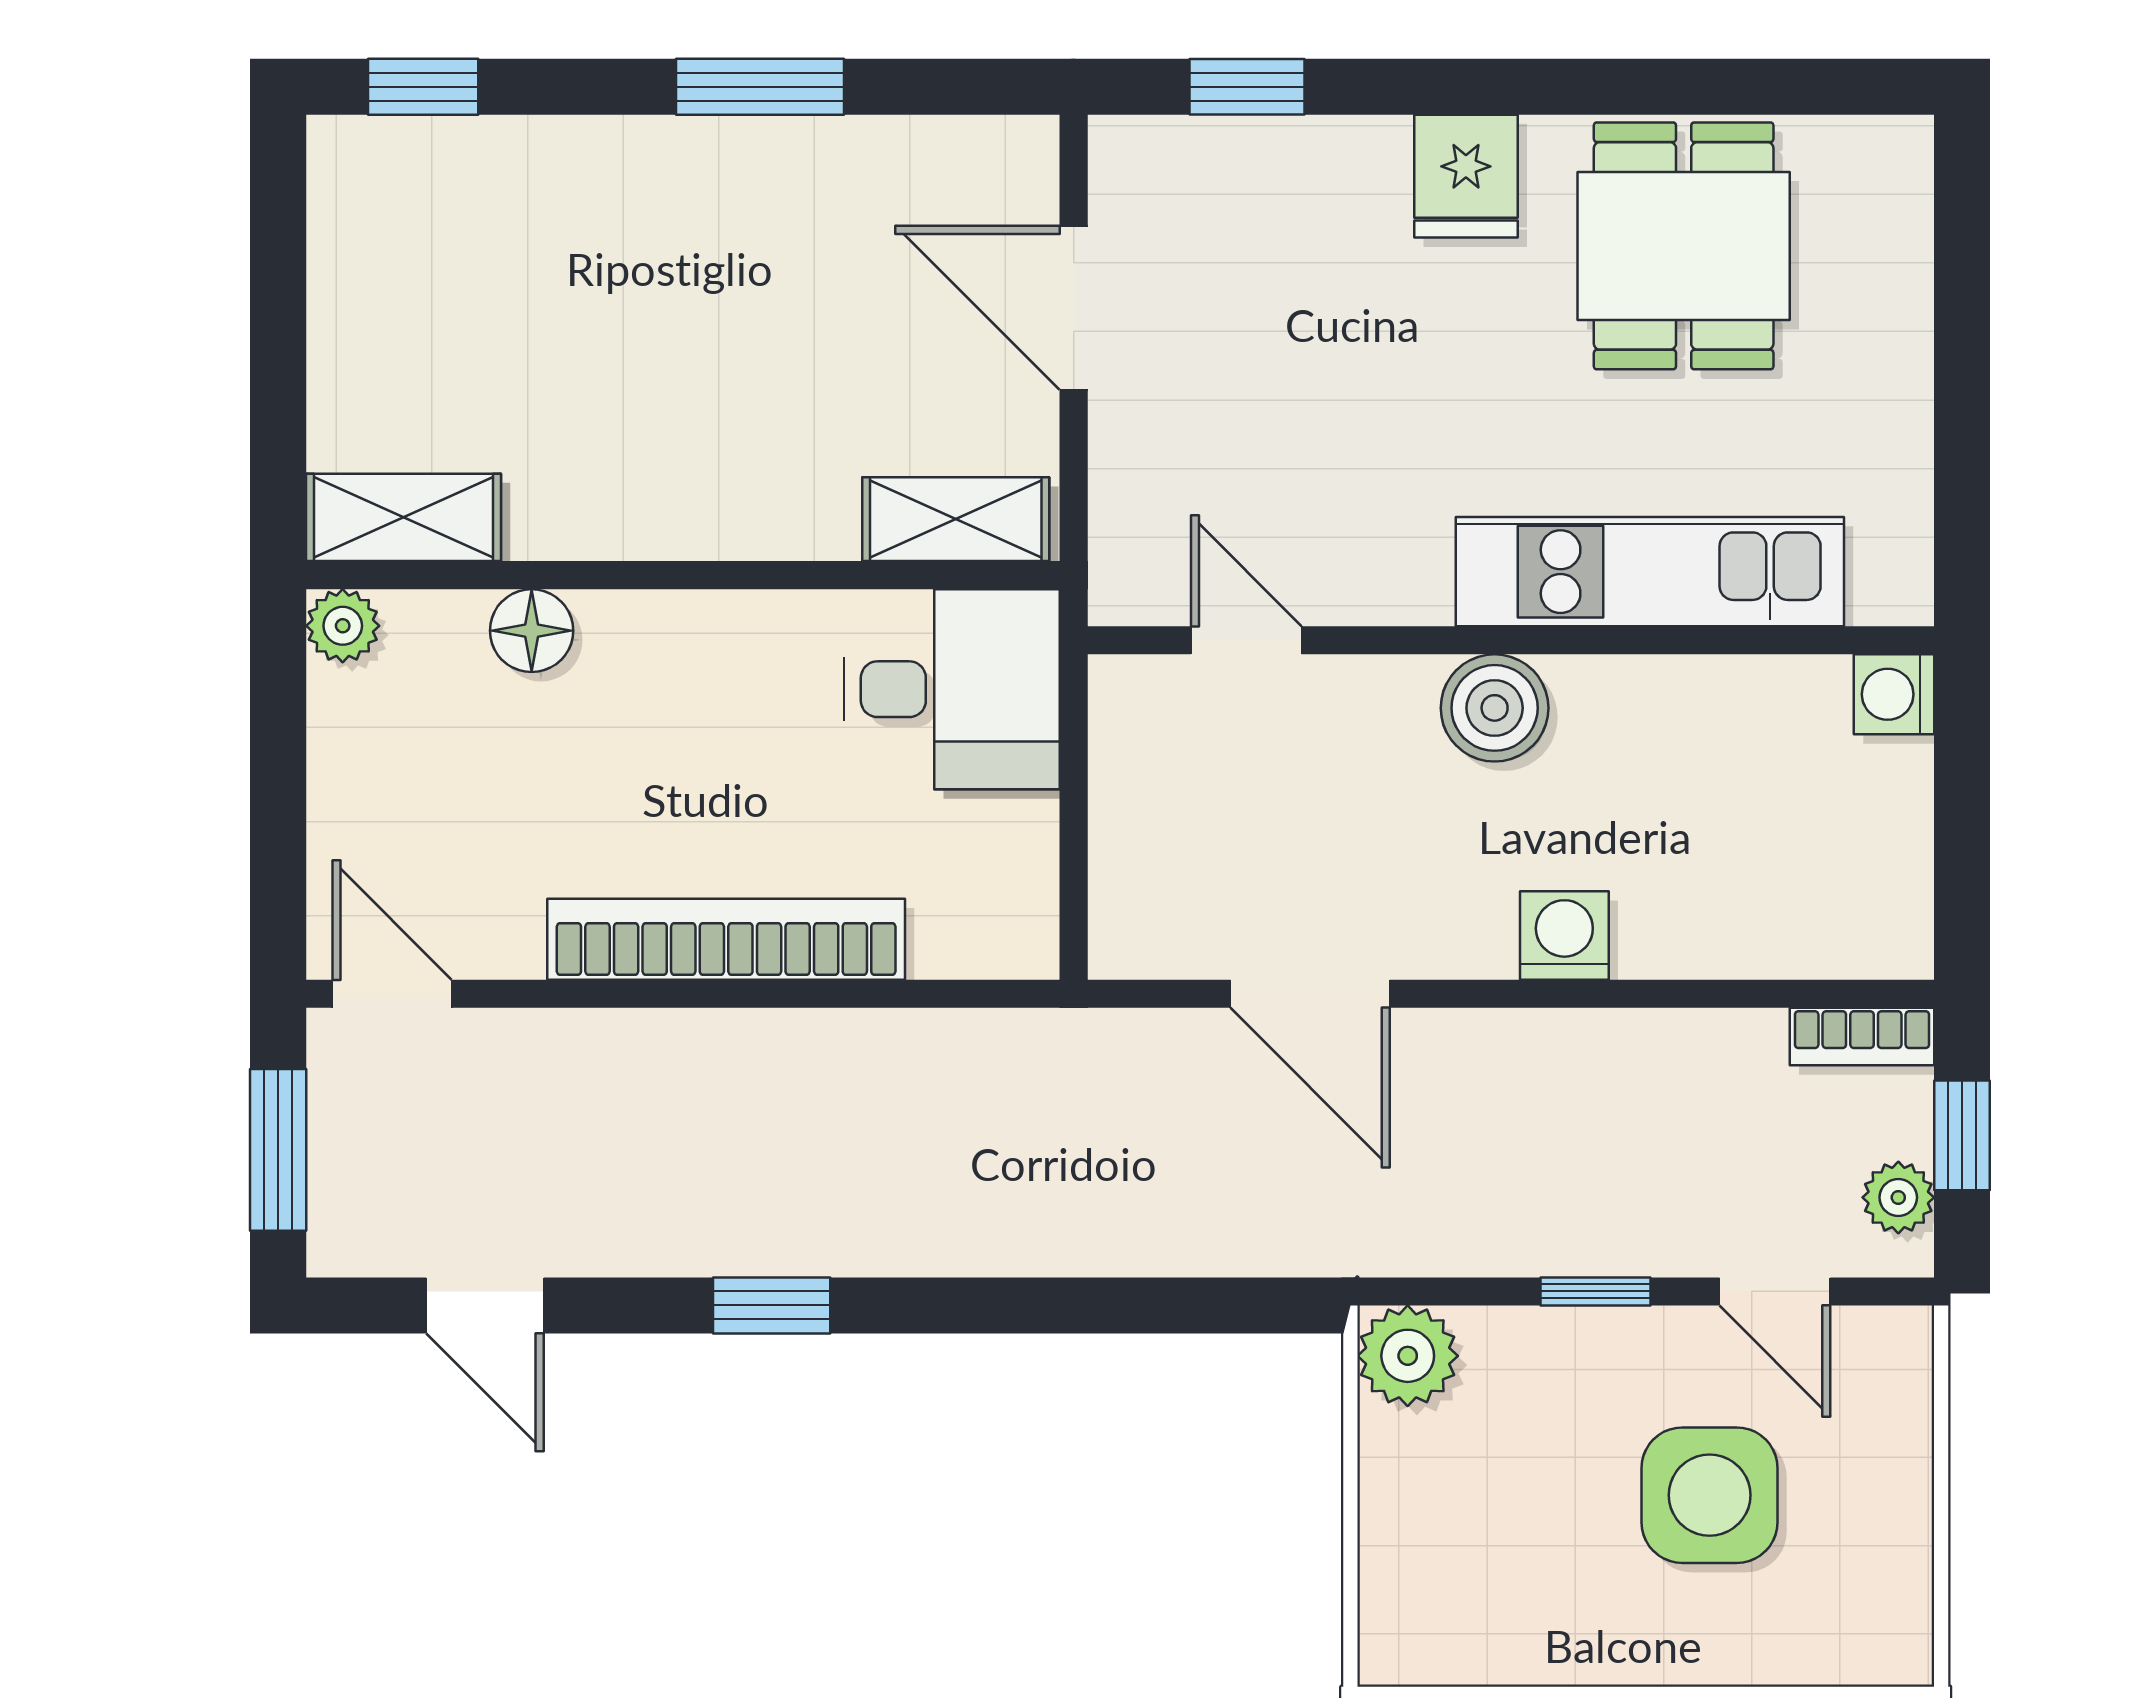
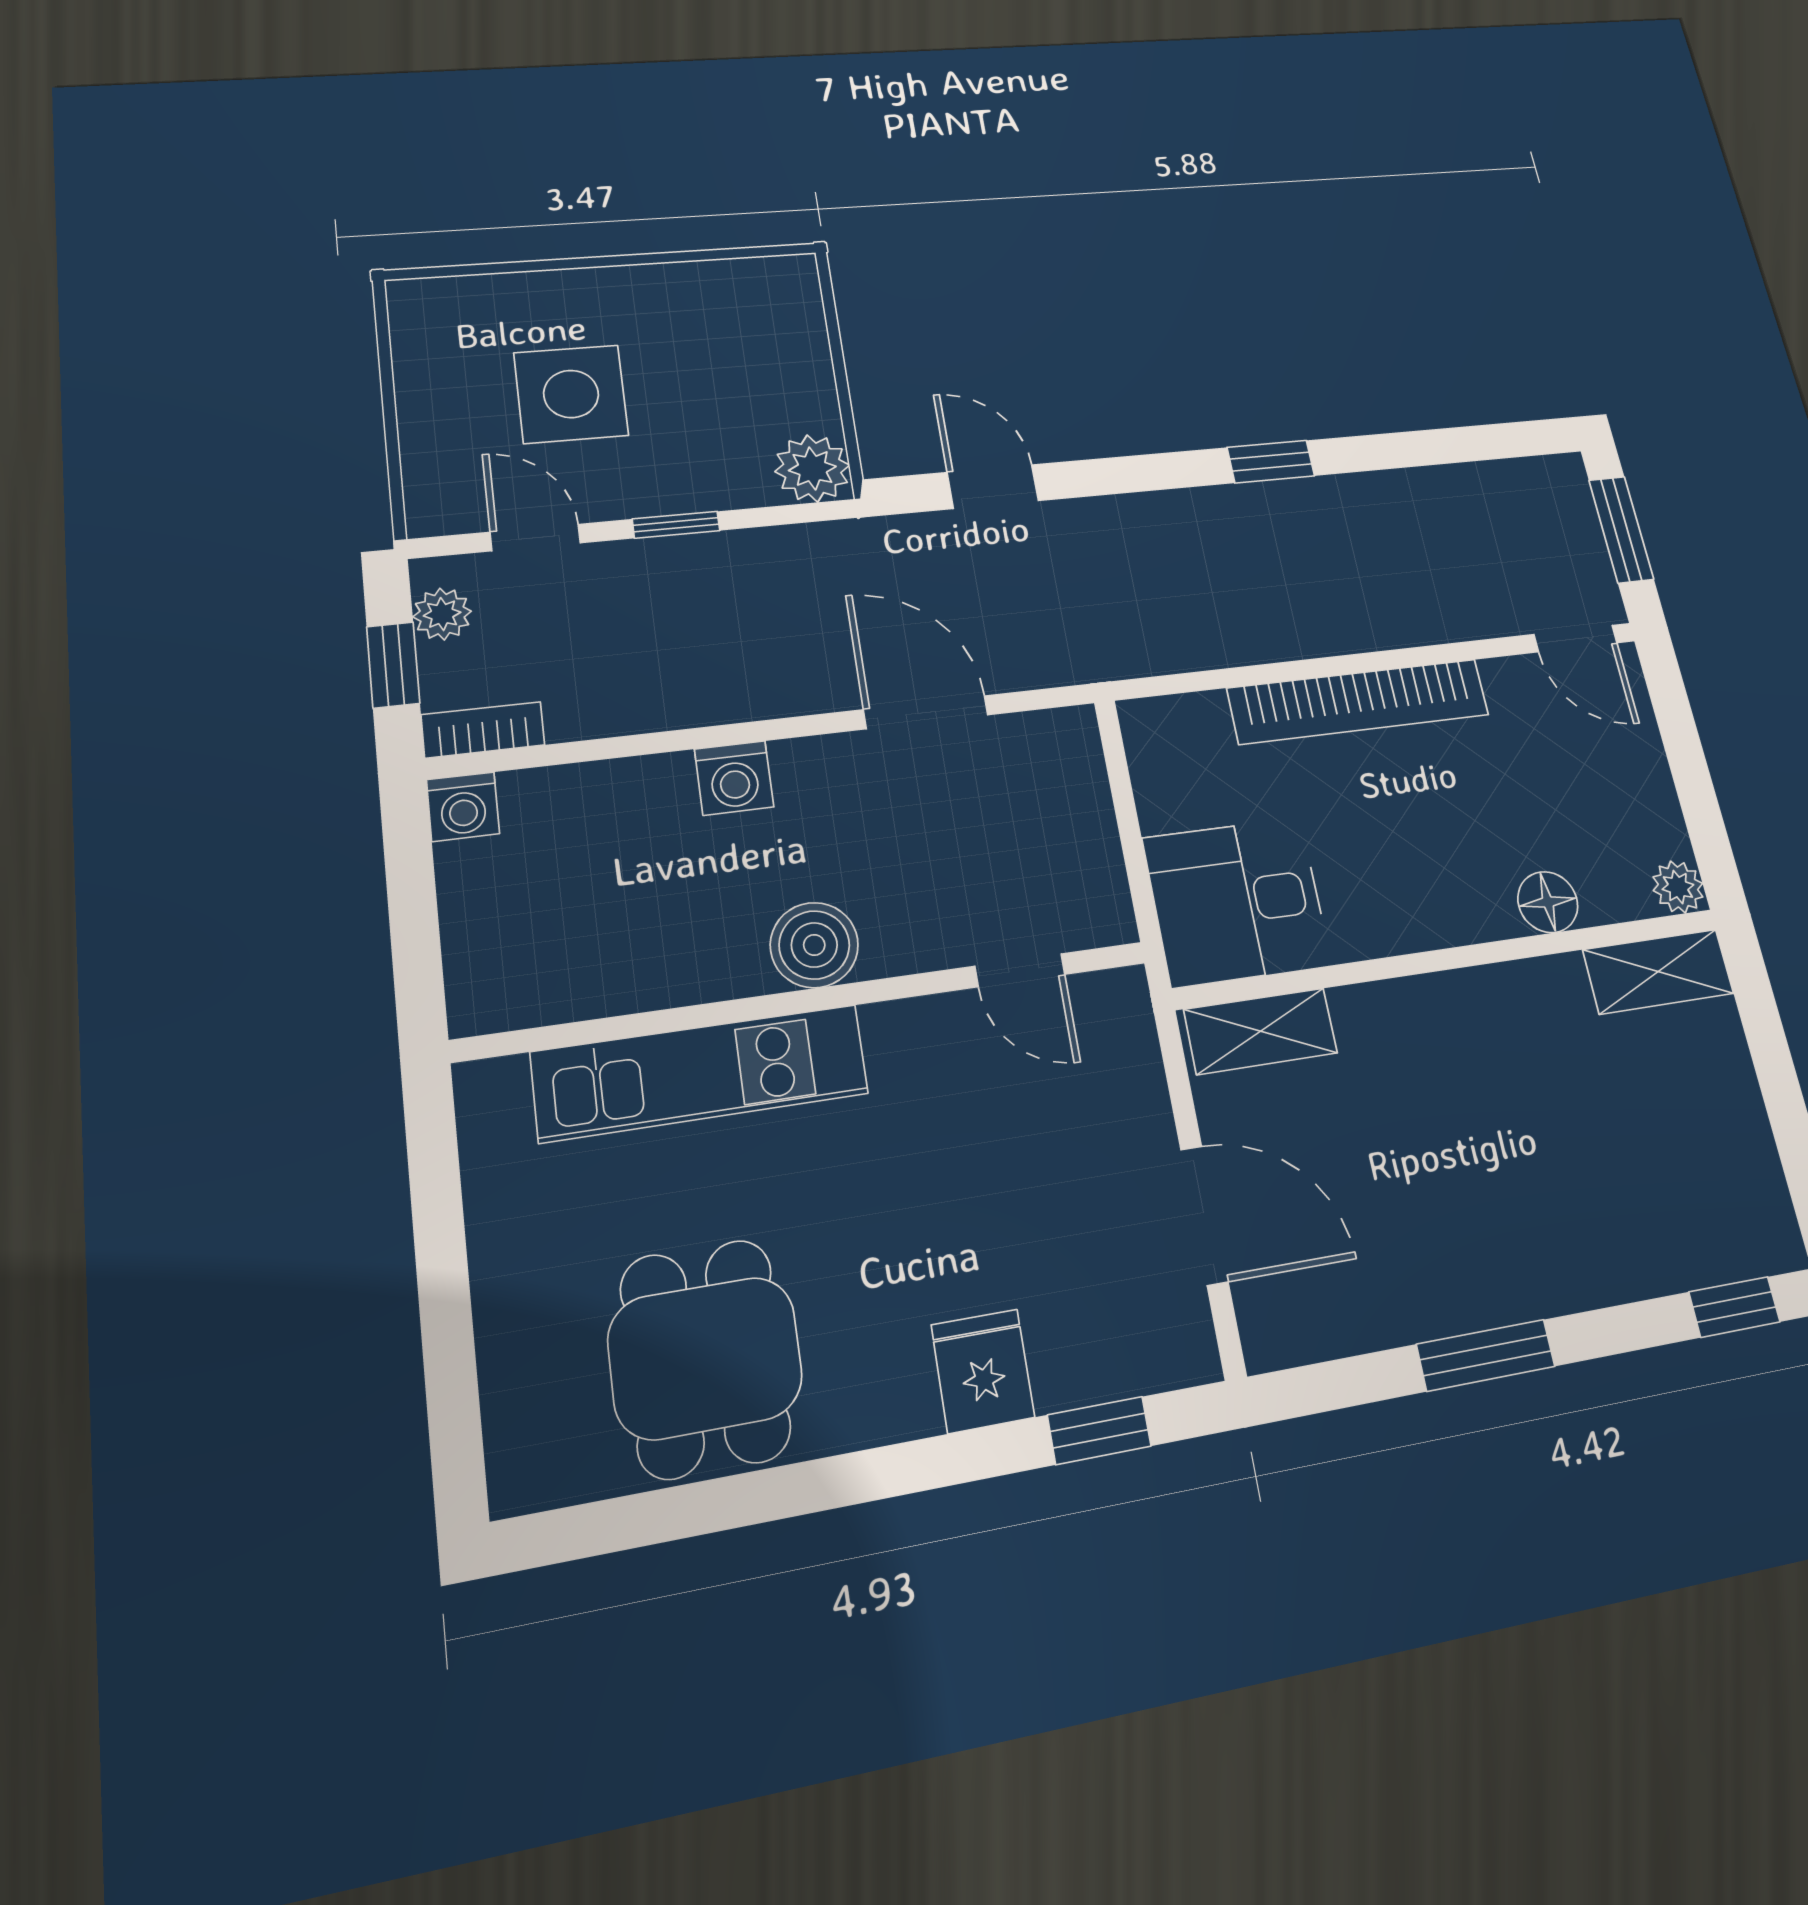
fridge: (1466, 176) -> (983, 1371), moved
washing machine: (1894, 694) -> (463, 807), moved, turned 90
door: (485, 1305) -> (993, 487), moved

